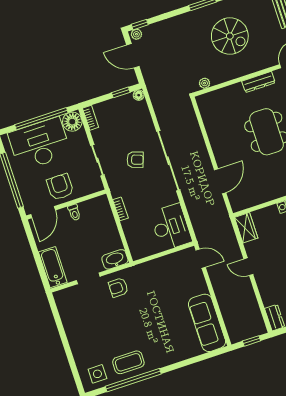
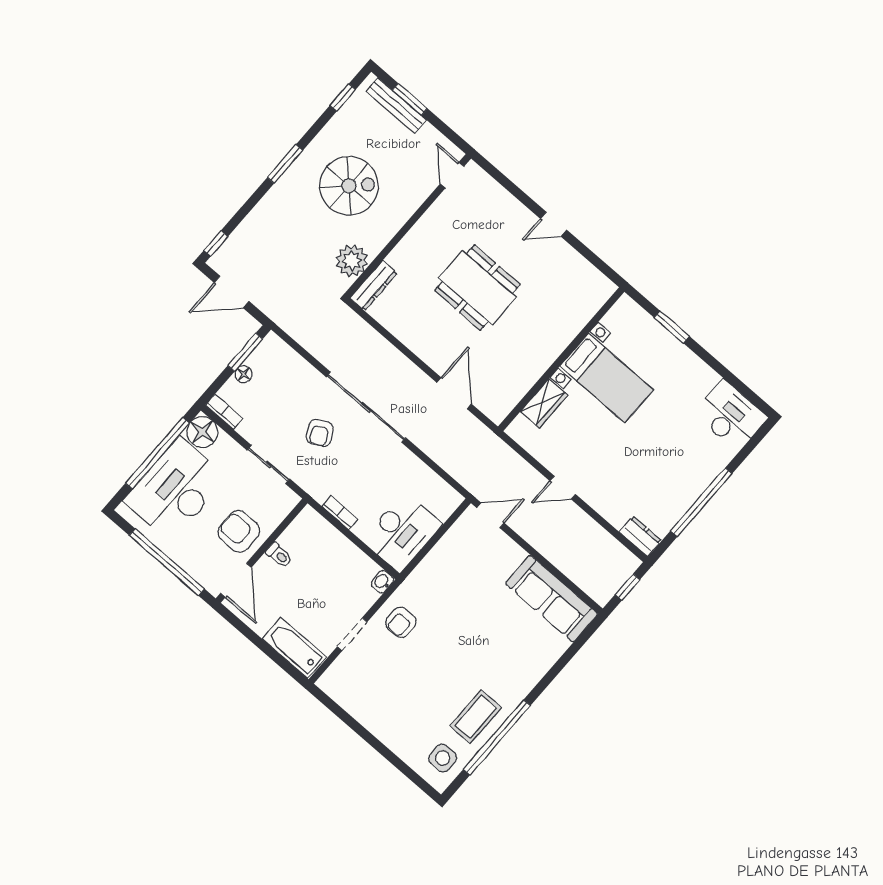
plant: (136, 34) -> (219, 260), removed
dresser: (259, 82) -> (374, 286), moved
plant: (205, 83) -> (352, 261), width x1.88, depth x1.88
window: (121, 92) -> (245, 352), width x1.50
floor lamp: (139, 95) -> (244, 374), moved
armchair: (135, 160) -> (320, 433), turned 133
desk: (171, 227) -> (402, 532), moved, turned 90
wardrobe: (246, 228) -> (544, 403), moved, turned 90
washbasin: (115, 259) -> (382, 582), width x0.52, depth x0.69

